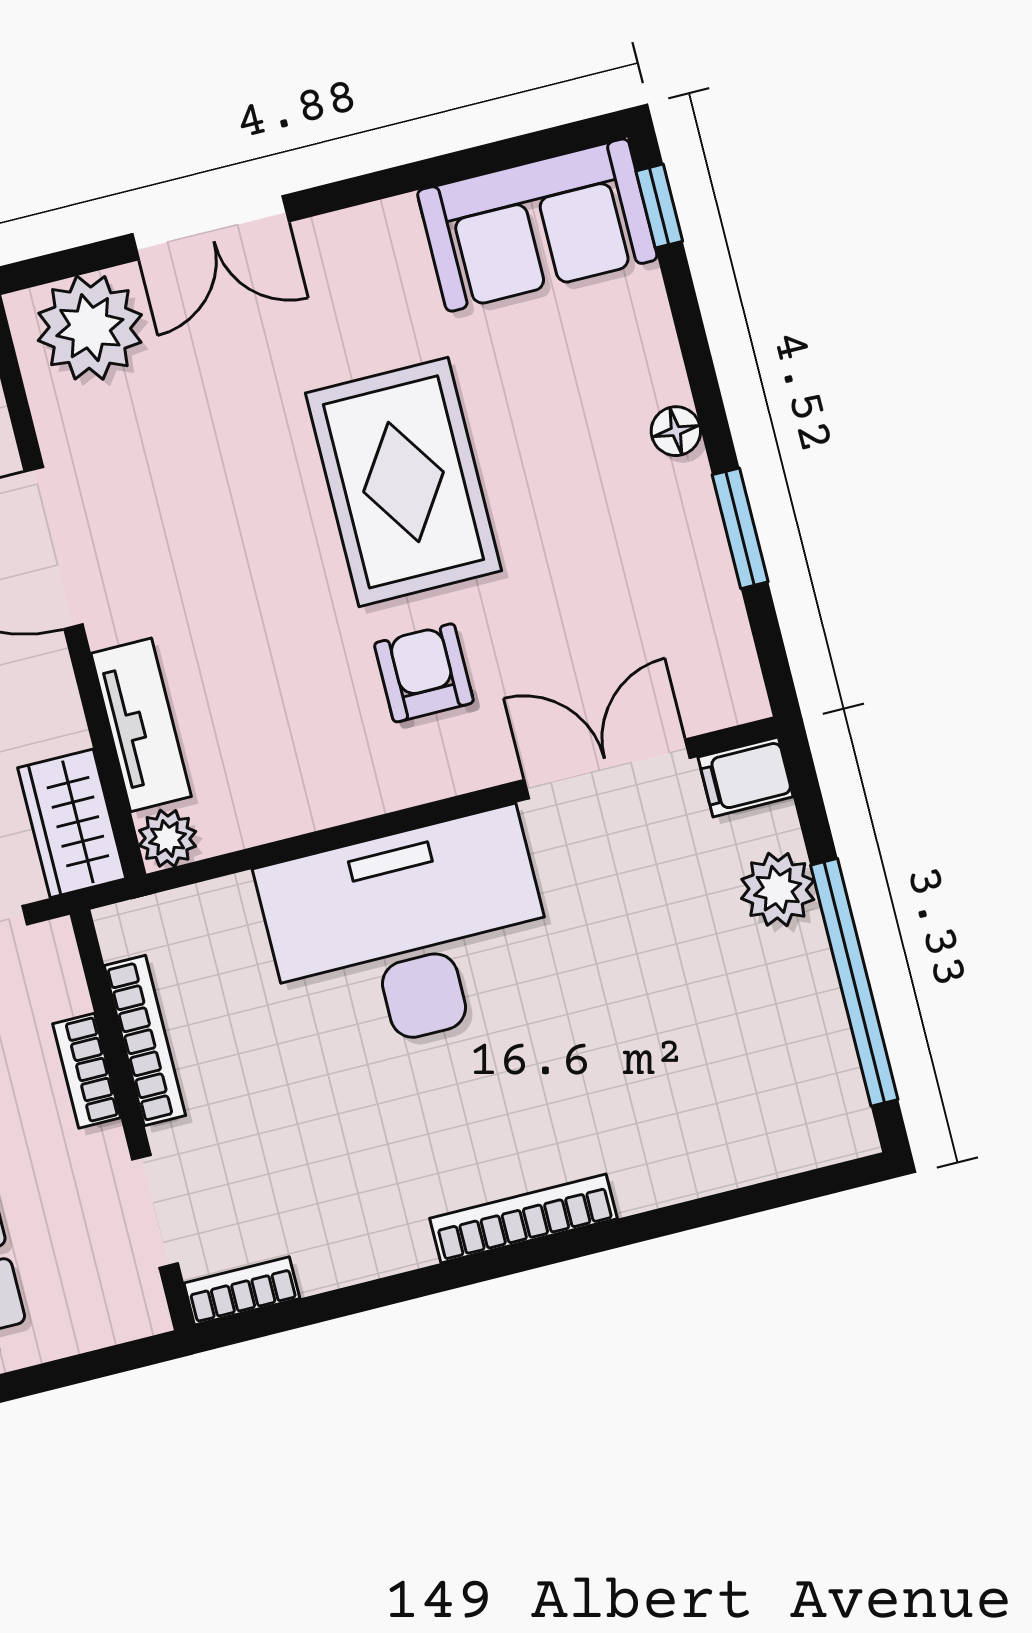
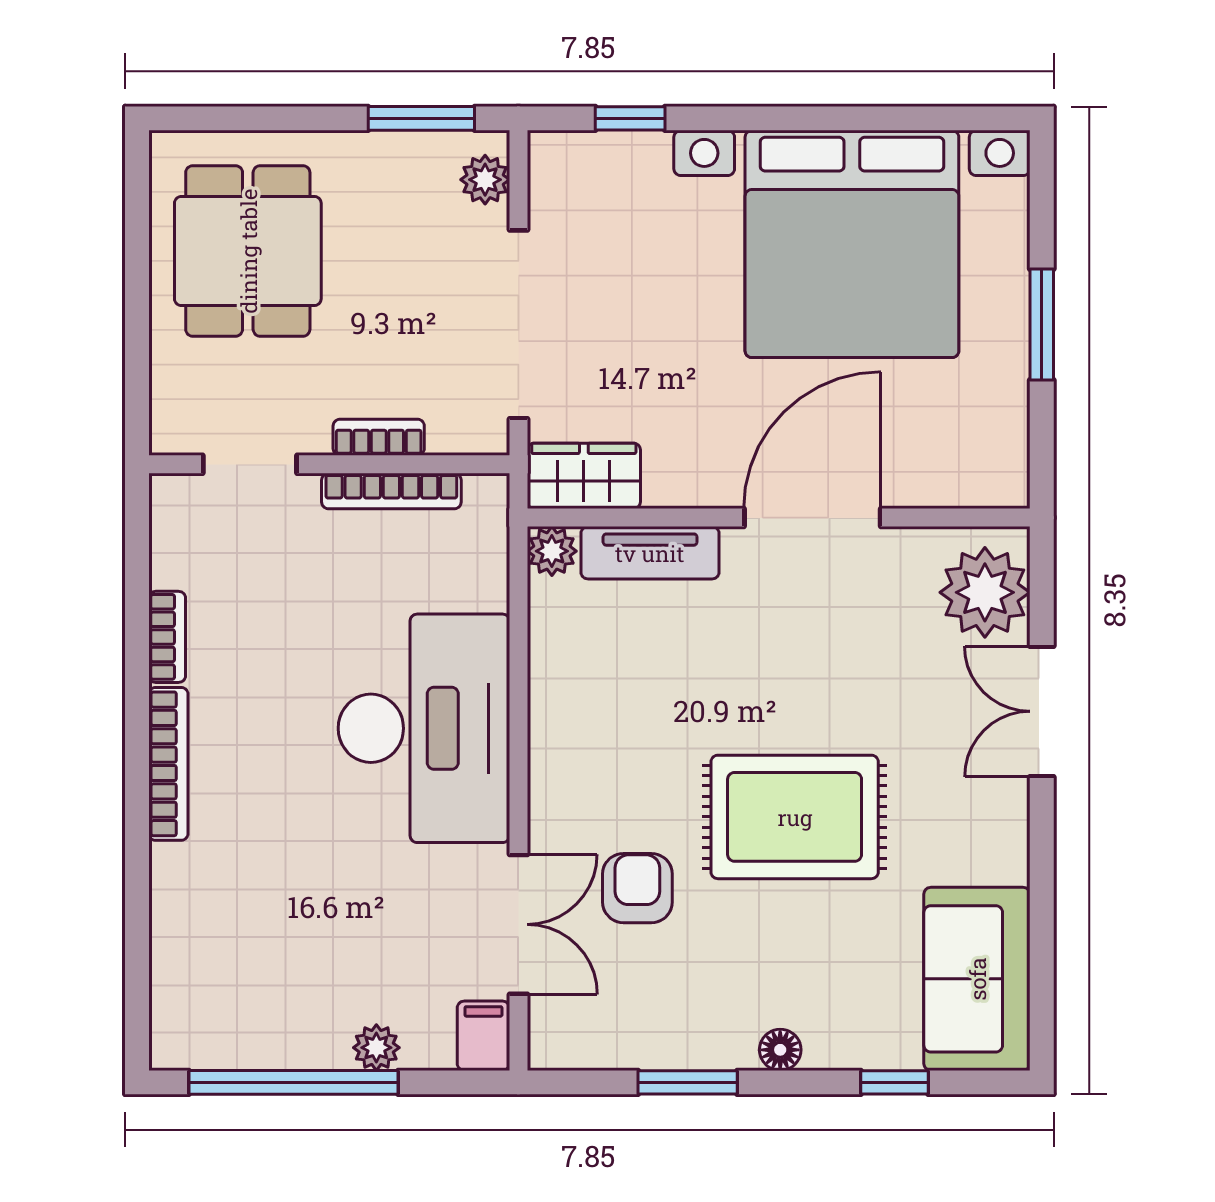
window: (659, 206) -> (894, 1082), moved
armchair: (424, 673) -> (637, 888), moved, turned -90
plant: (778, 889) -> (376, 1048), width x0.73, depth x0.73
bookcase: (242, 1291) -> (167, 637), moved

